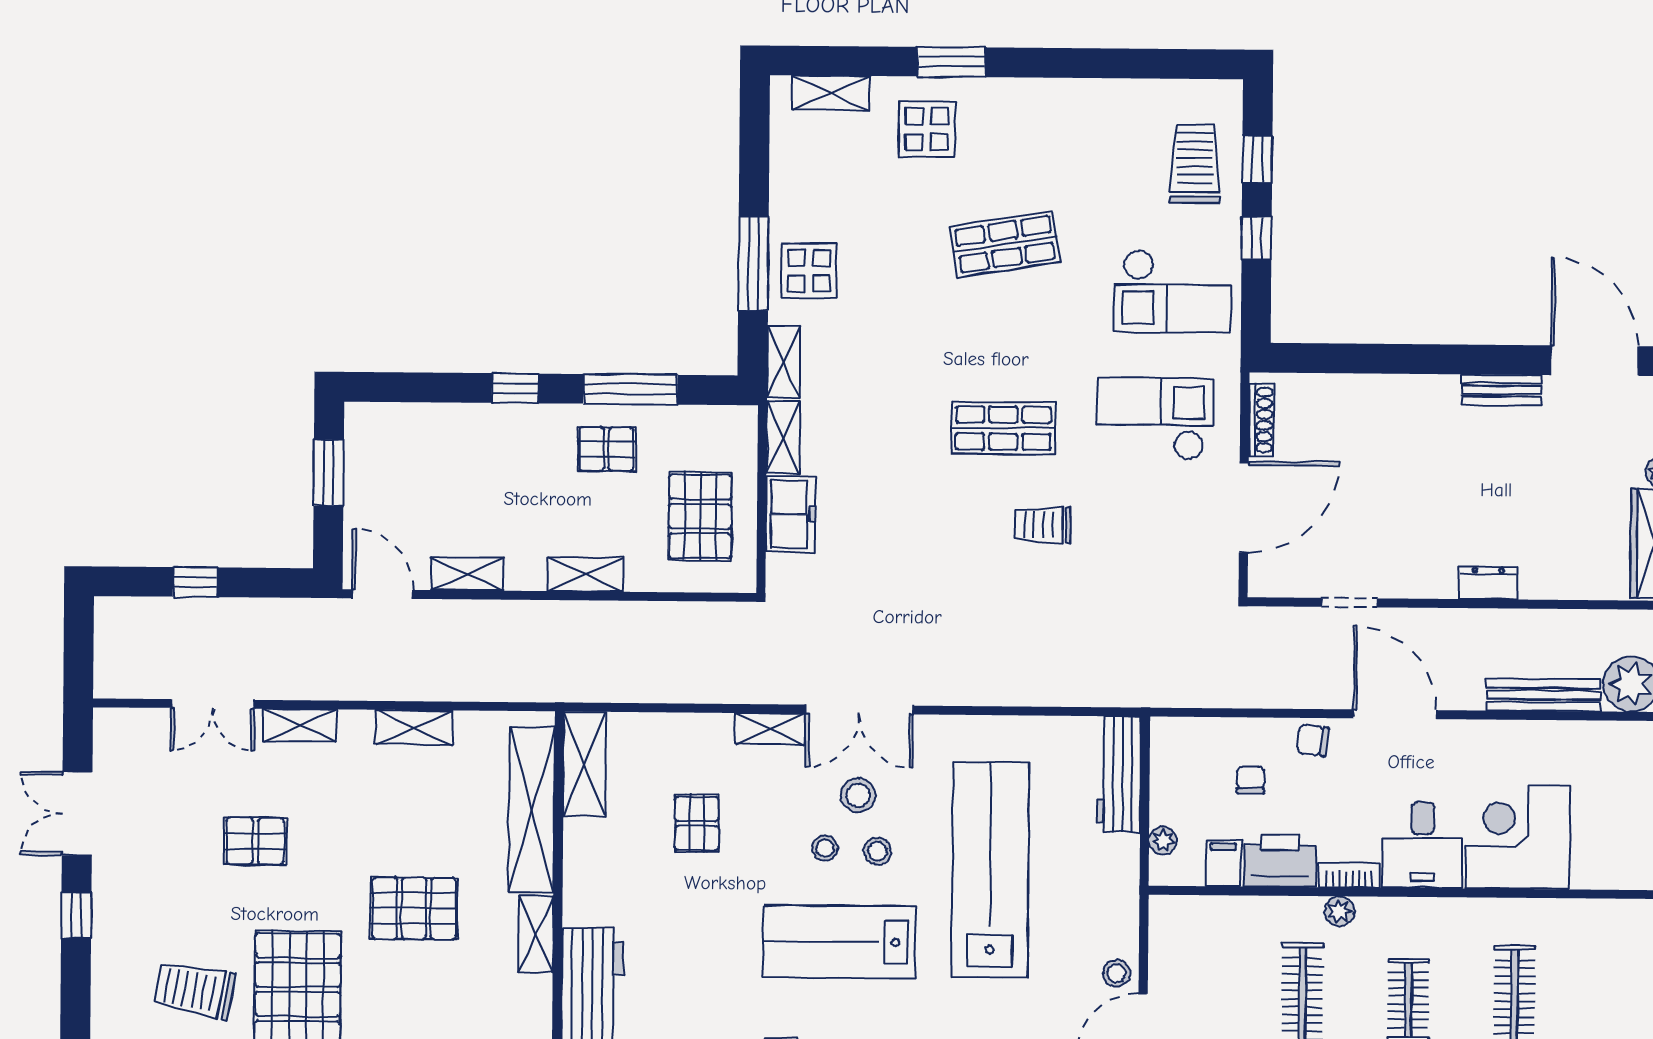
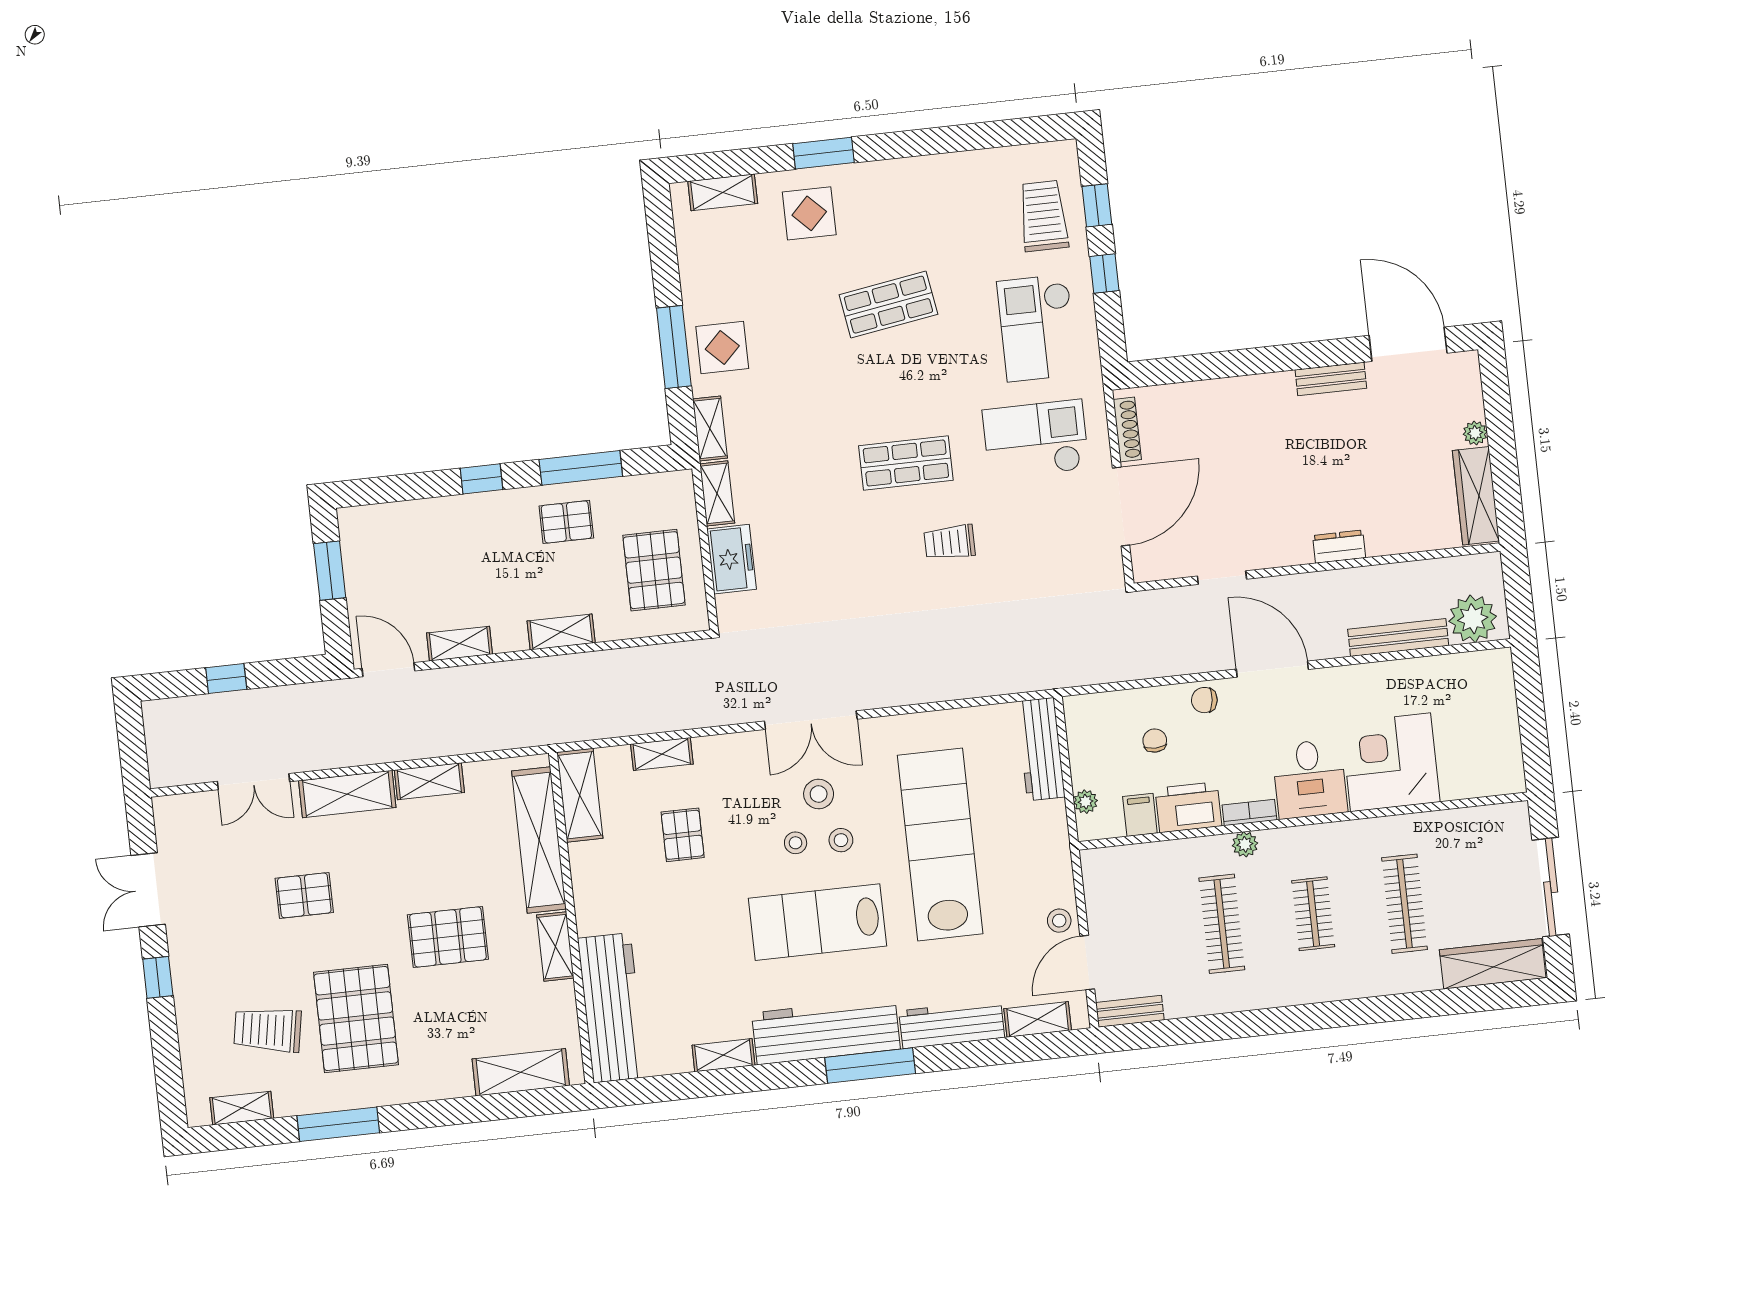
checkout: (1172, 291) -> (1037, 328), turned 90
shelving: (300, 725) -> (347, 794), width x1.50, depth x1.33
shelving: (769, 729) -> (662, 754), moved

